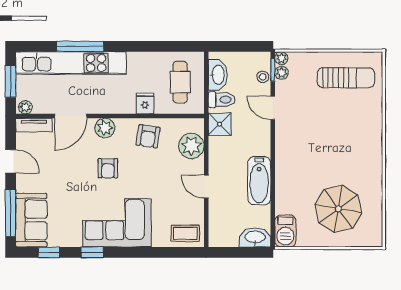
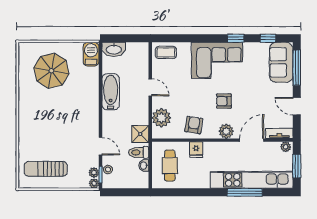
washbasin: (218, 75) -> (144, 166), width x0.52, depth x0.69
armchair: (108, 168) -> (224, 101), turned -90

